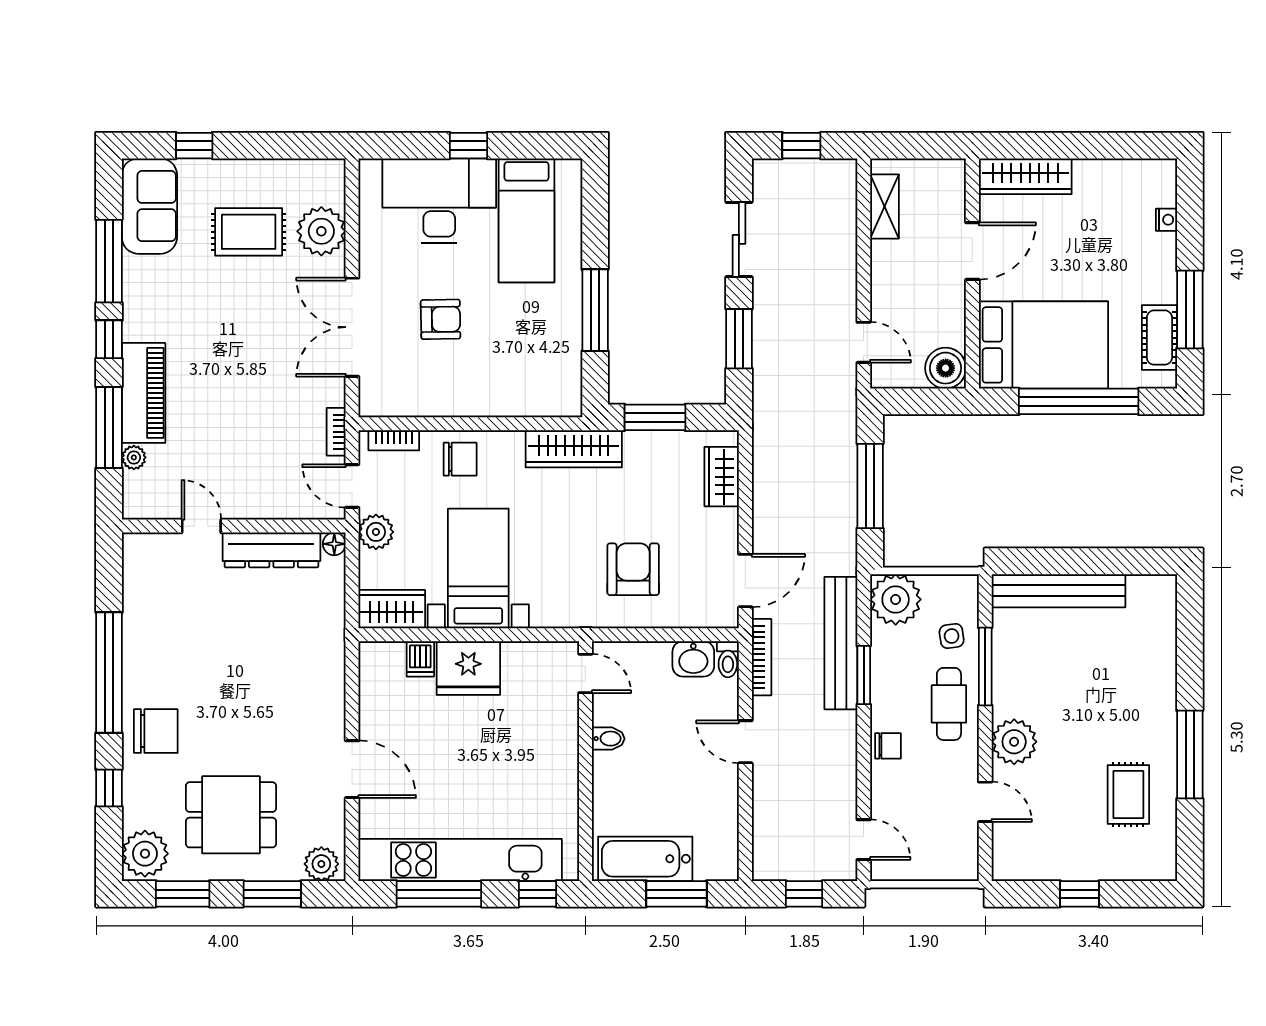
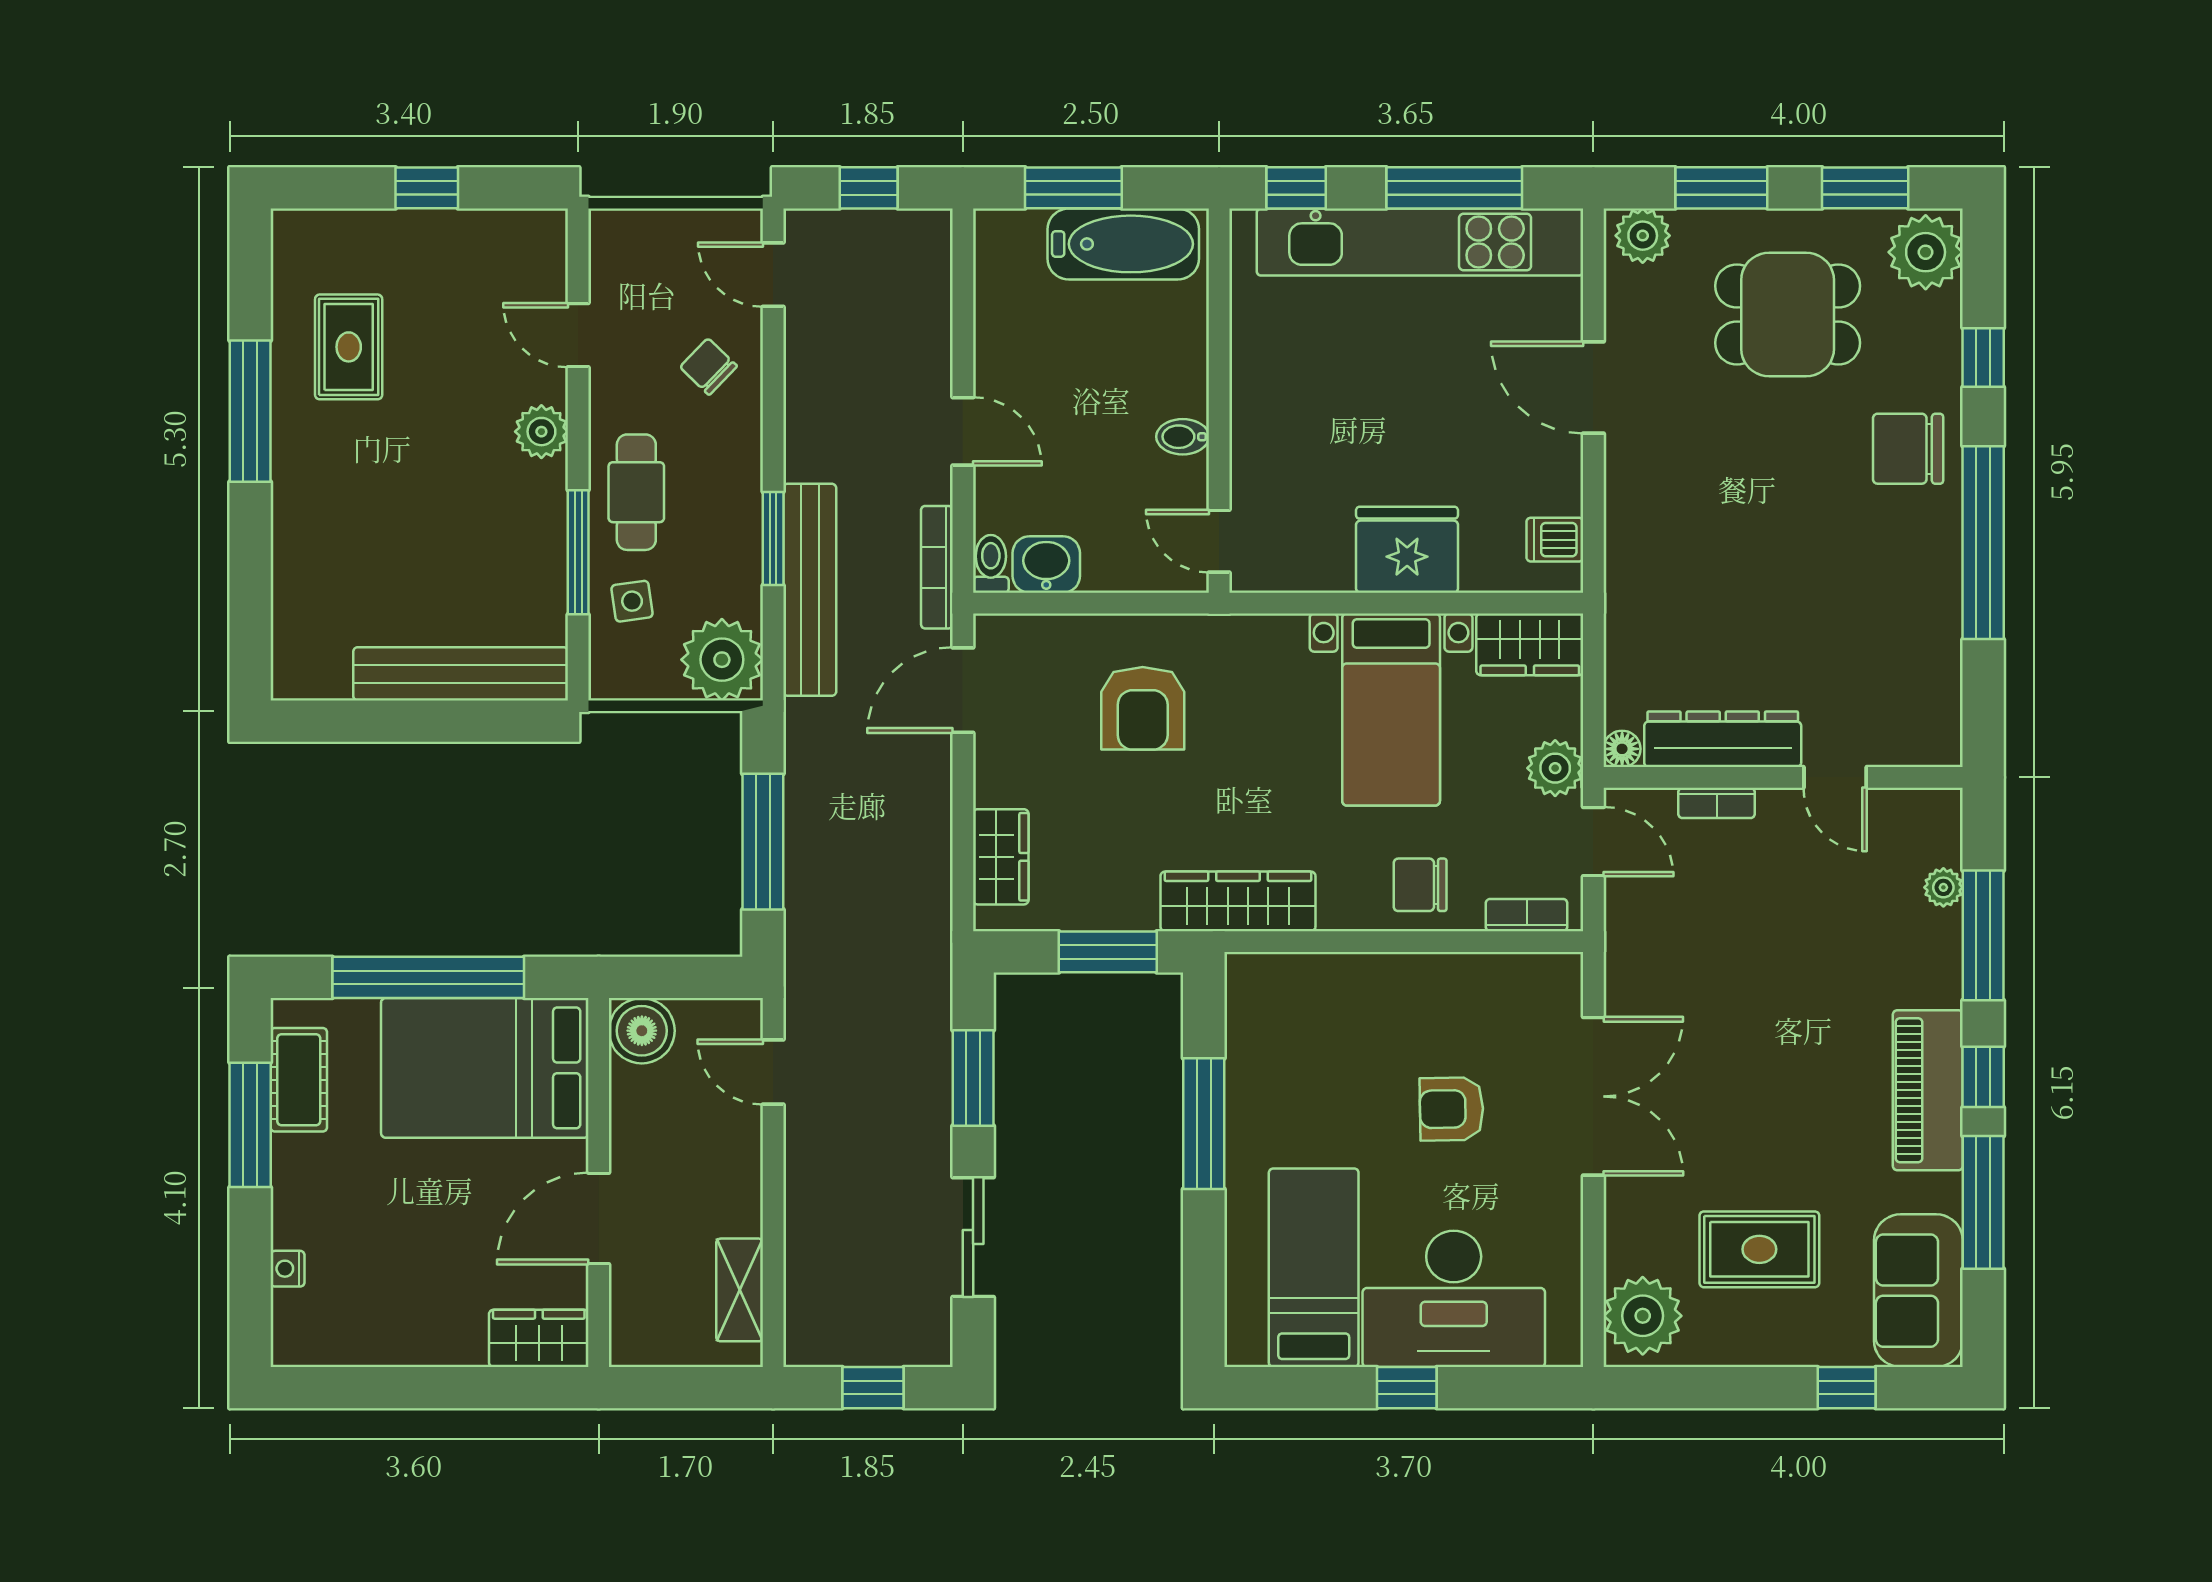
wardrobe: (1025, 176) -> (539, 1338), width x0.67
plant: (321, 231) -> (1643, 1316), moved
piano: (144, 393) -> (1928, 1090), moved
bookcase: (336, 432) -> (1717, 803), moved, turned 90
dishwasher: (420, 659) -> (1555, 540), moved, turned -90
plant: (1014, 742) -> (541, 432), width x0.73, depth x0.73
chair: (888, 746) -> (708, 367), moved, turned 44

